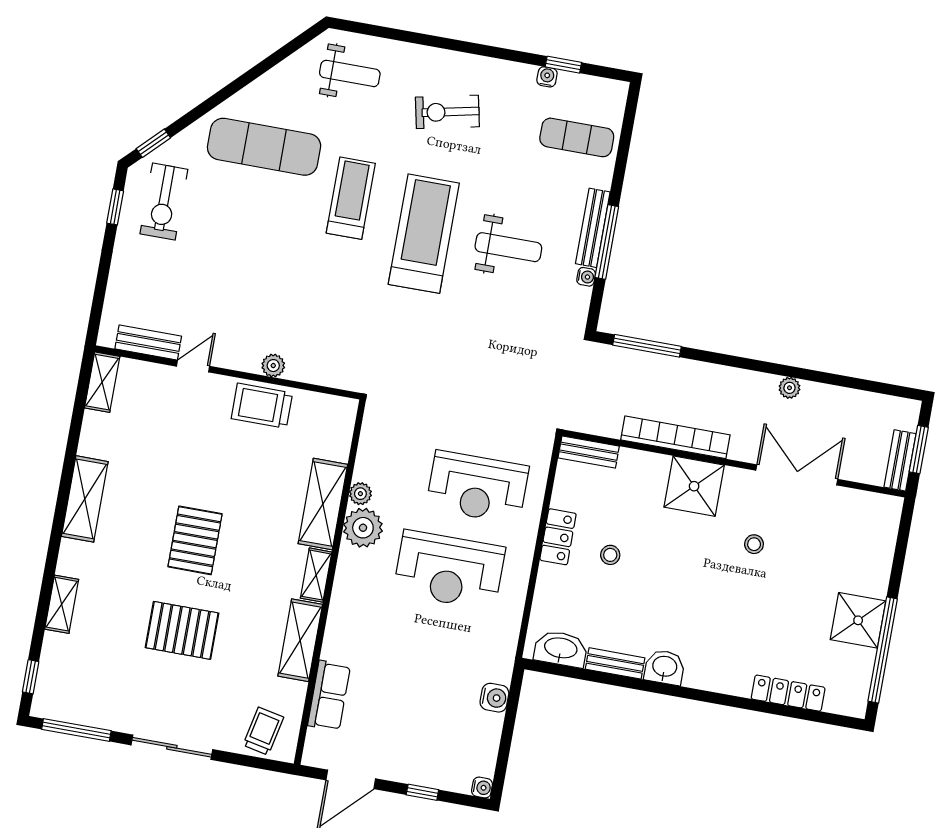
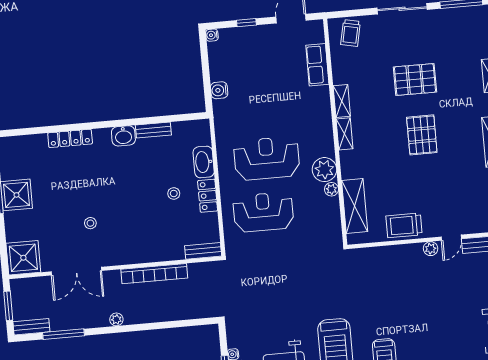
window: (647, 346) -> (64, 334), moved
plant: (273, 366) -> (431, 249), moved
plant: (789, 388) -> (116, 319), moved
trolley: (262, 406) -> (404, 225), turned 180
bench: (900, 460) -> (31, 327), moved, turned 90
shower: (694, 486) -> (23, 258), moved
shelving: (323, 504) -> (355, 206), moved
shelving: (300, 640) -> (342, 101), width x0.67, depth x0.75
washbasin: (561, 649) -> (204, 162), moved, turned 90
locker: (788, 693) -> (70, 138), moved

